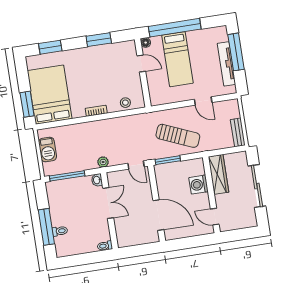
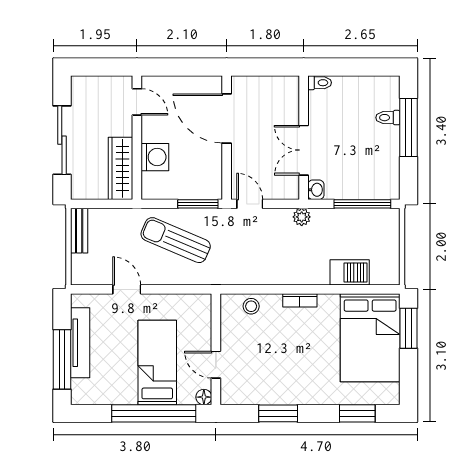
barbecue: (48, 149) -> (350, 272), moved, turned 90

